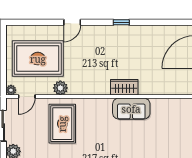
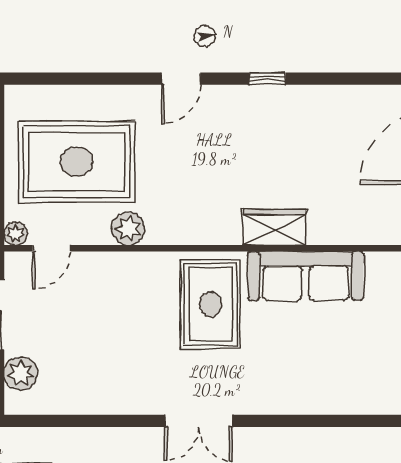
door: (72, 22) -> (181, 79), moved
sofa: (131, 109) -> (306, 276), width x1.36
rug: (62, 124) -> (210, 304), moved

